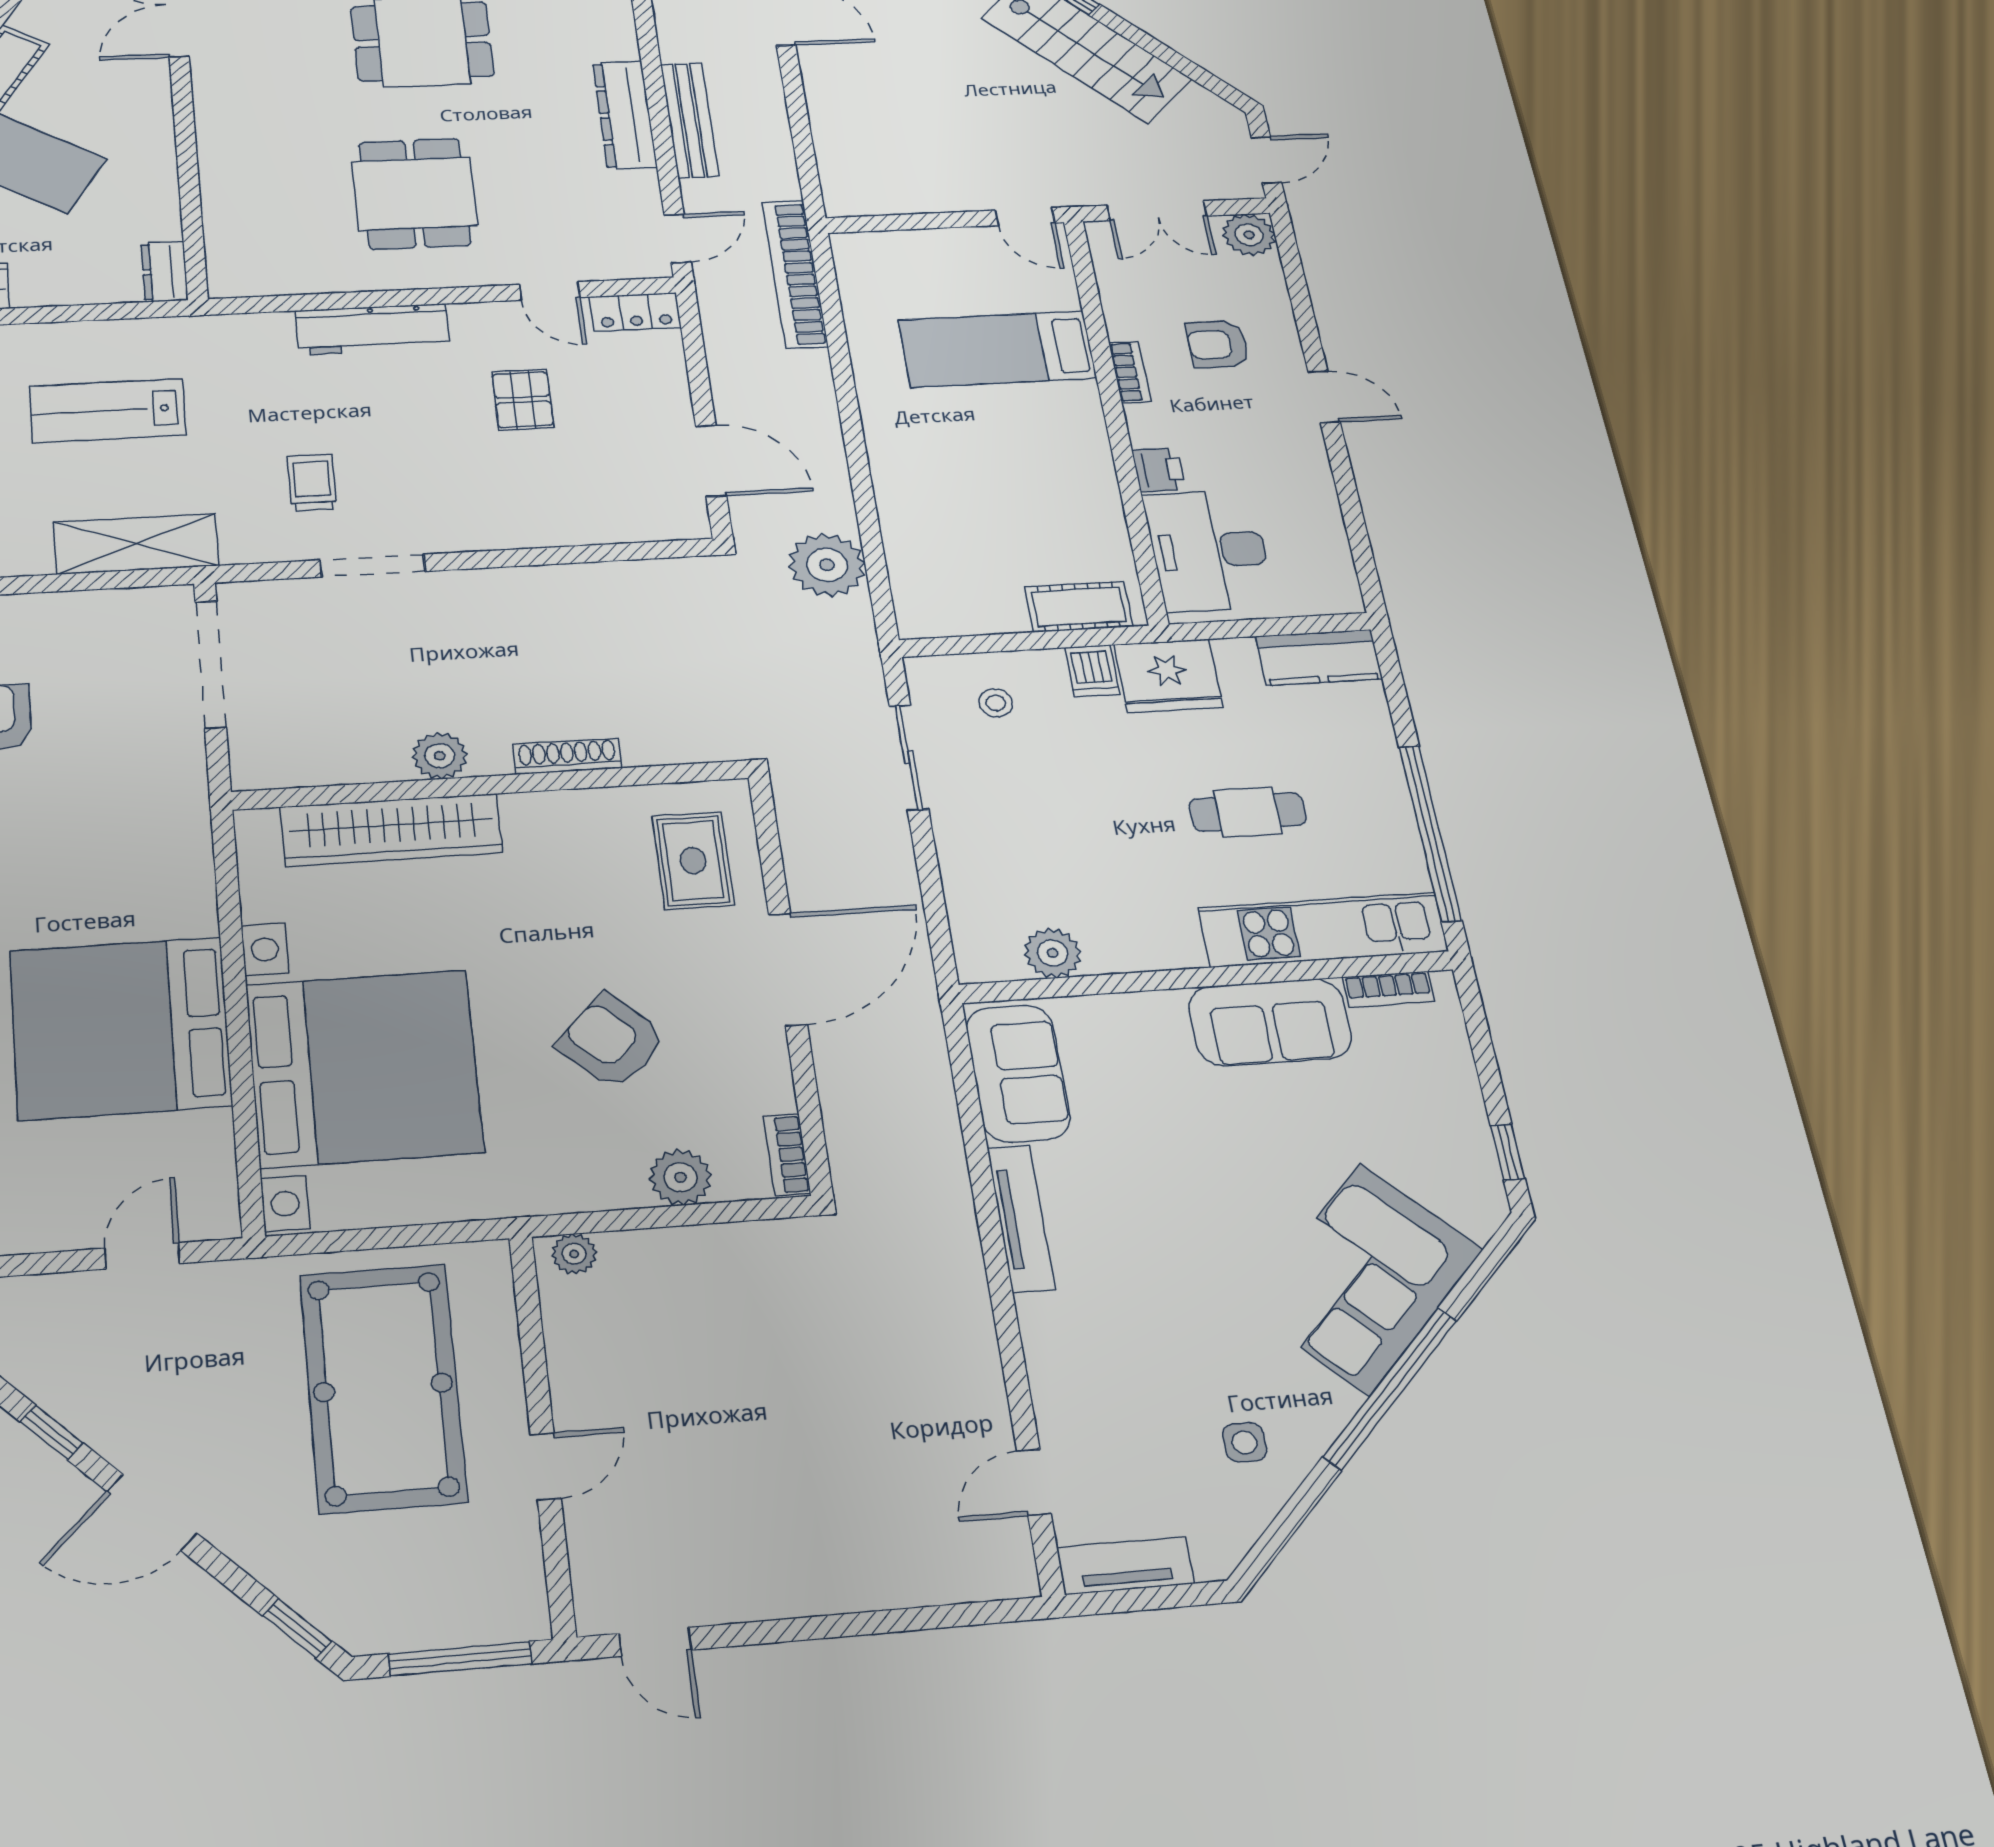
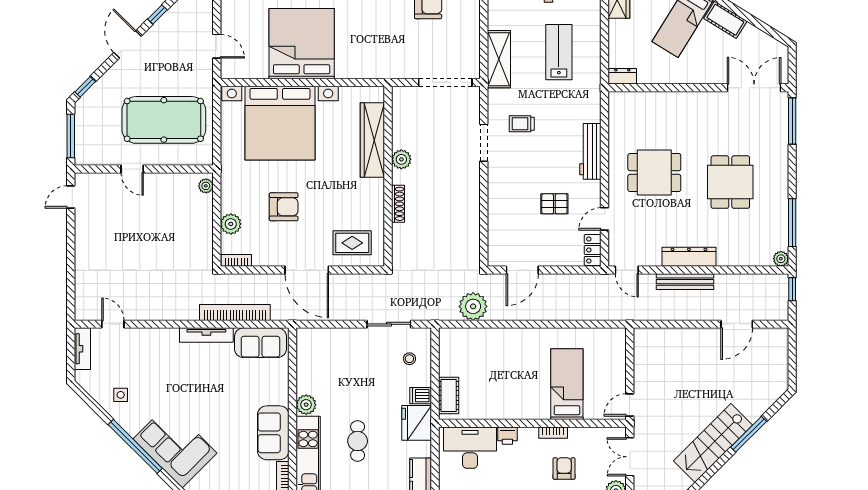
bookcase: (795, 274) -> (235, 313), moved
trolley: (312, 483) -> (522, 124), turned 180
plant: (1053, 953) -> (306, 405), moved
armchair: (611, 1041) -> (284, 207), turned 46

